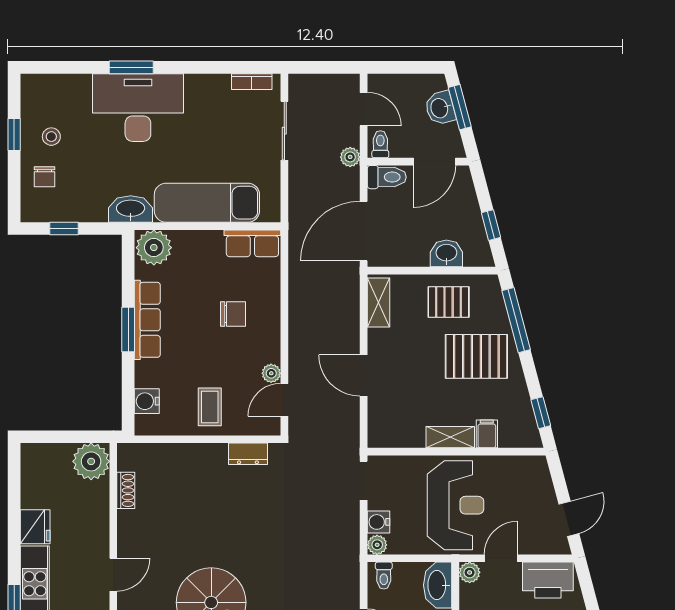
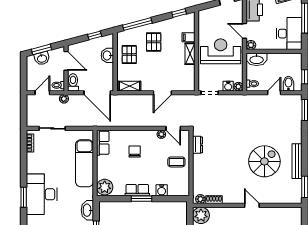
washbasin: (131, 209) -> (87, 210), moved
row of seats: (147, 320) -> (137, 190), width x0.68
pallet: (476, 356) -> (154, 42), width x0.67, depth x0.71
water cooler: (147, 401) -> (162, 190), moved
plant: (127, 460) -> (200, 199), added

